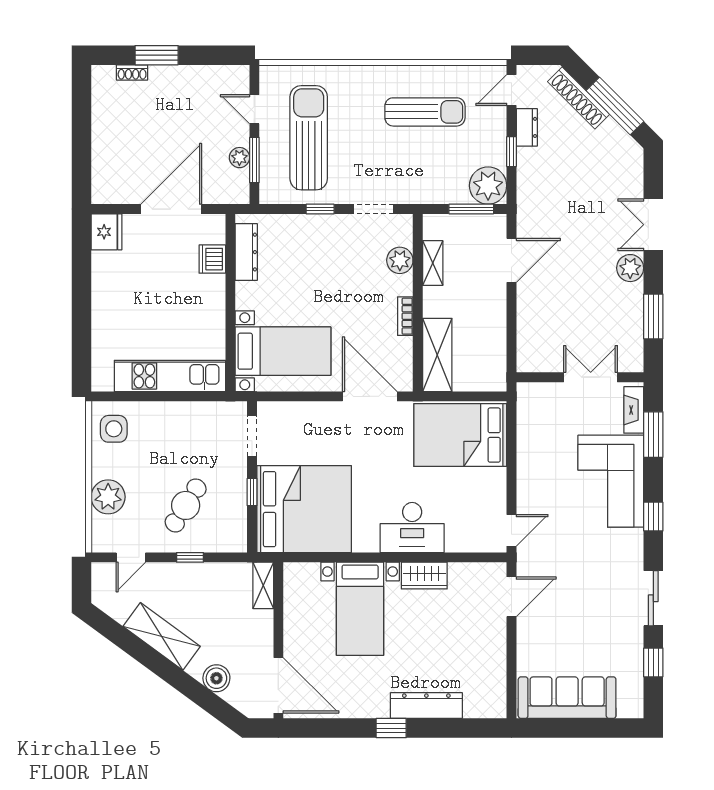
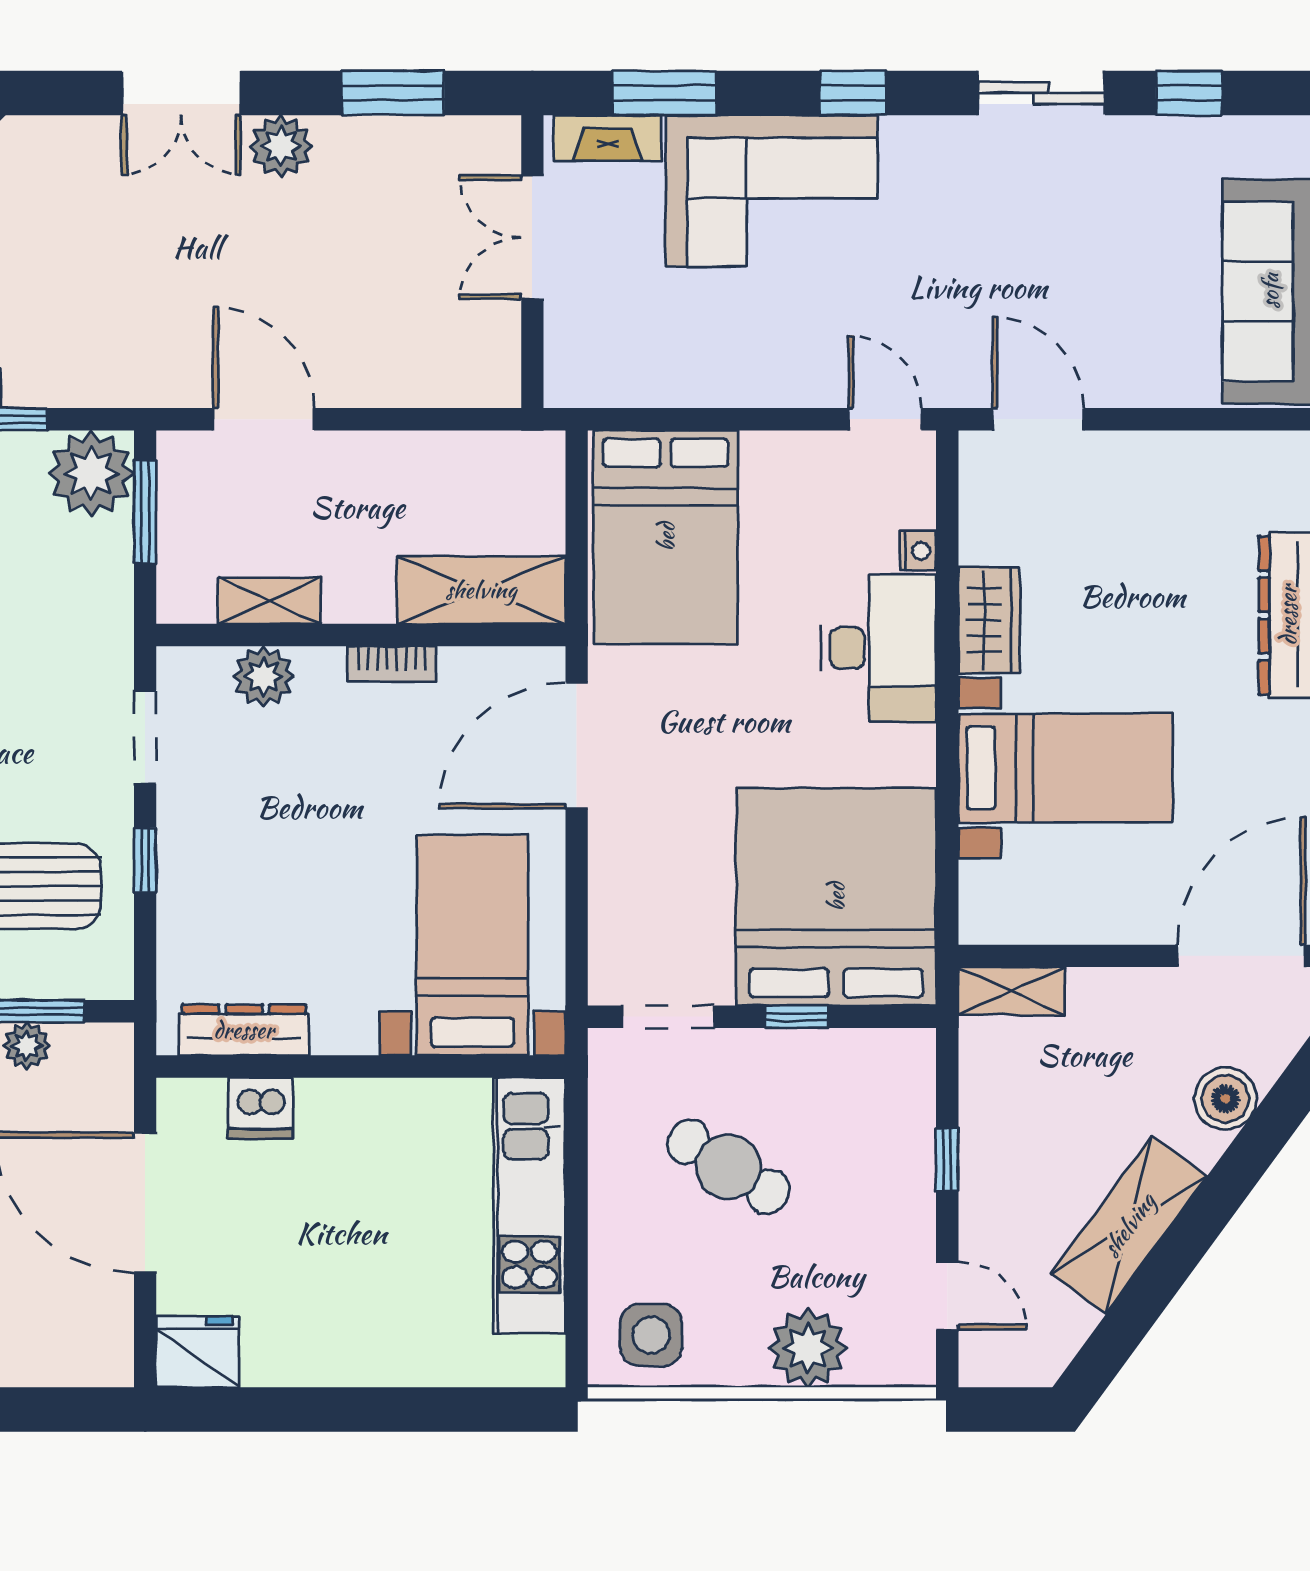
cafe table: (186, 505) -> (728, 1167), moved
nightstand: (454, 545) -> (918, 551), added

